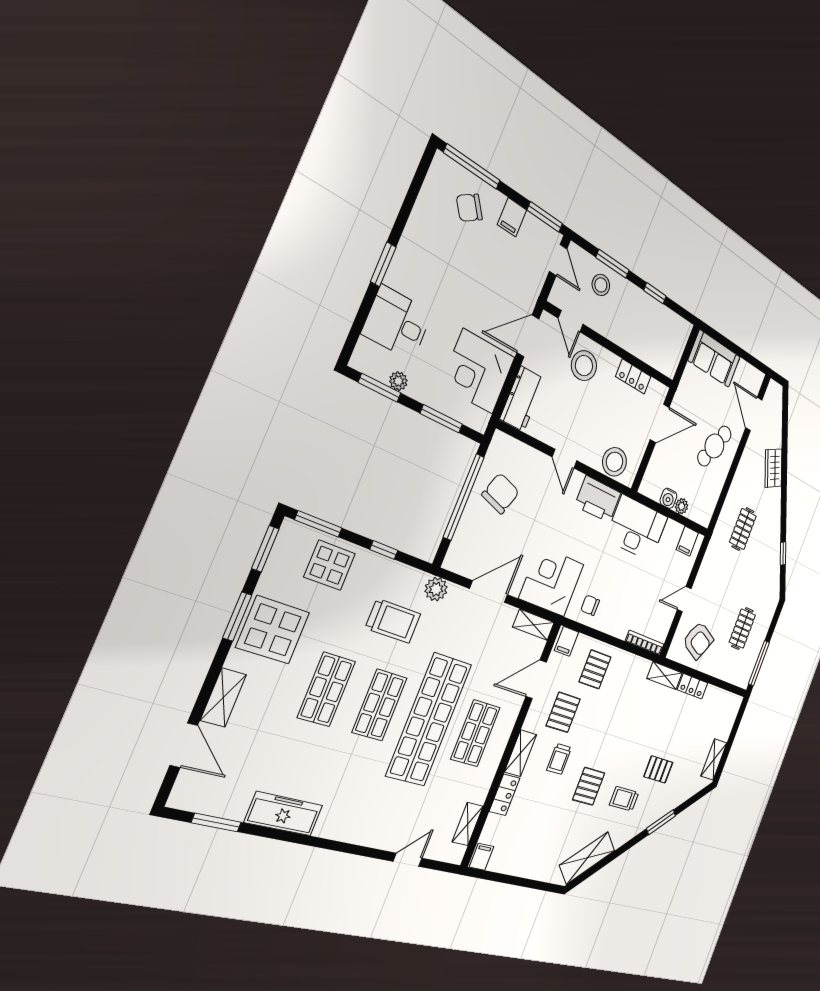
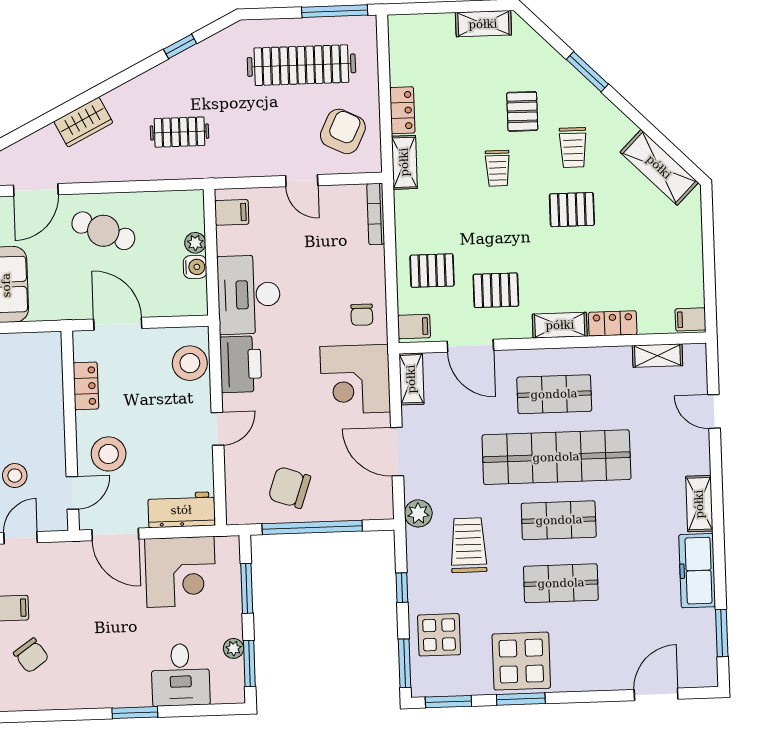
clothes rail: (742, 629) -> (301, 65), width x1.86, depth x1.31
shelving: (223, 697) -> (699, 504), moved, turned 90
trolley: (559, 759) -> (498, 168), moved, turned 90

